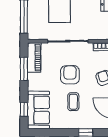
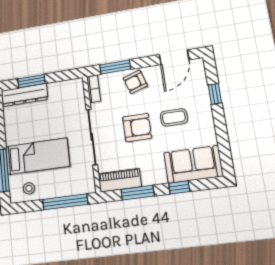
armchair: (70, 75) -> (137, 127), turned 180
window: (24, 109) -> (179, 187), moved

